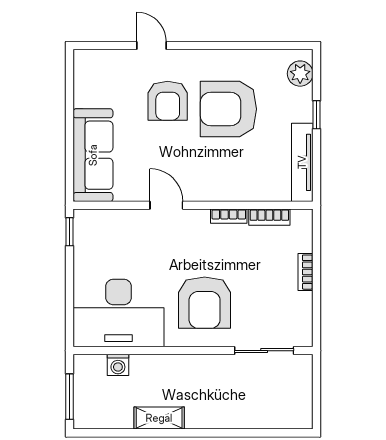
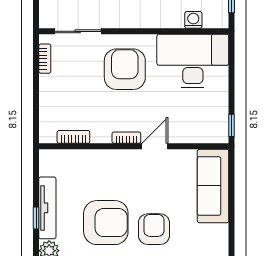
tv unit: (302, 162) -> (47, 208), moved
door: (166, 205) -> (155, 146), swing flipped
bookcase: (229, 216) -> (126, 138), moved
bookcase: (305, 272) -> (45, 59), moved

